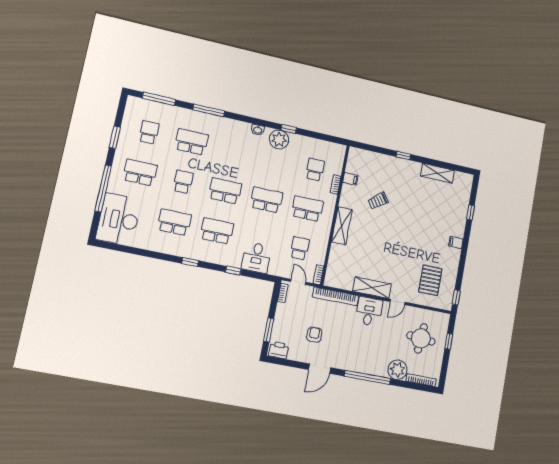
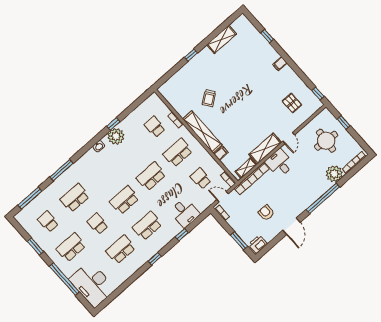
filing cabinet: (350, 179) -> (221, 153), moved
shelving: (342, 226) -> (202, 132), width x1.47
pallet: (430, 280) -> (292, 103), width x0.67, depth x0.71
shelving: (341, 283) -> (246, 168), added

